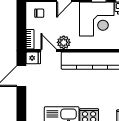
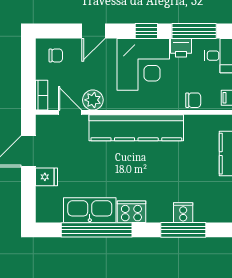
fridge: (33, 58) -> (47, 177), moved

